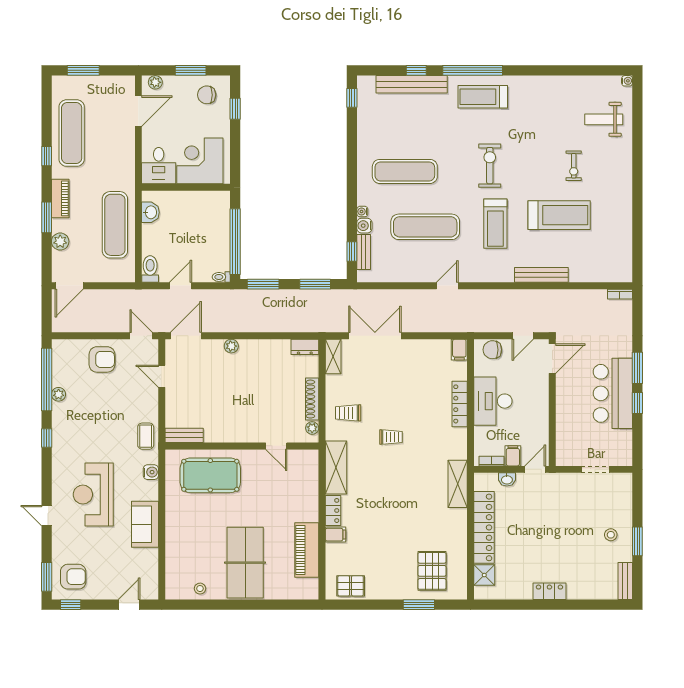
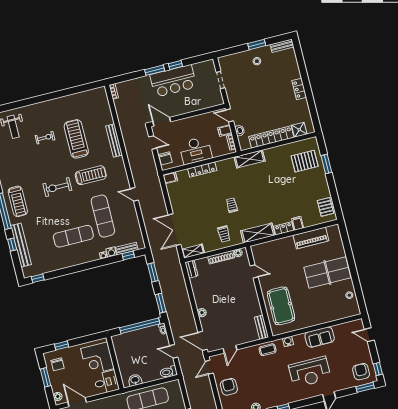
exercise mat: (405, 171) -> (73, 236), turned 90
door: (276, 446) -> (254, 271), hinge flipped

